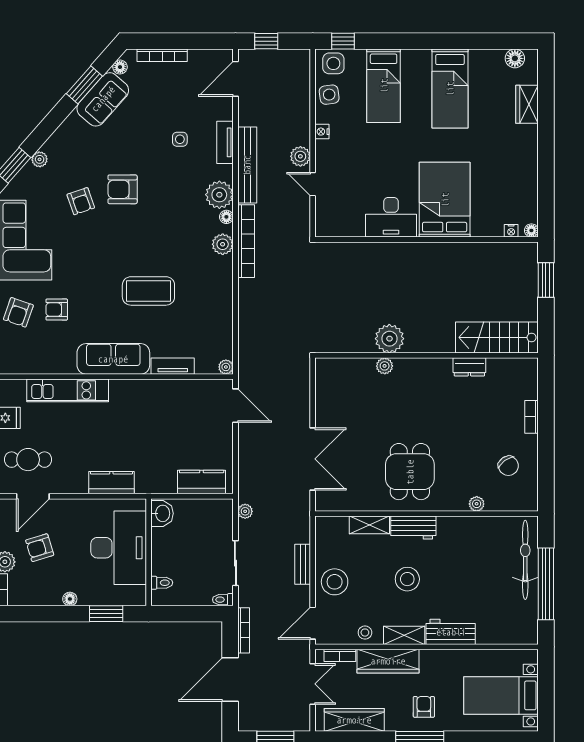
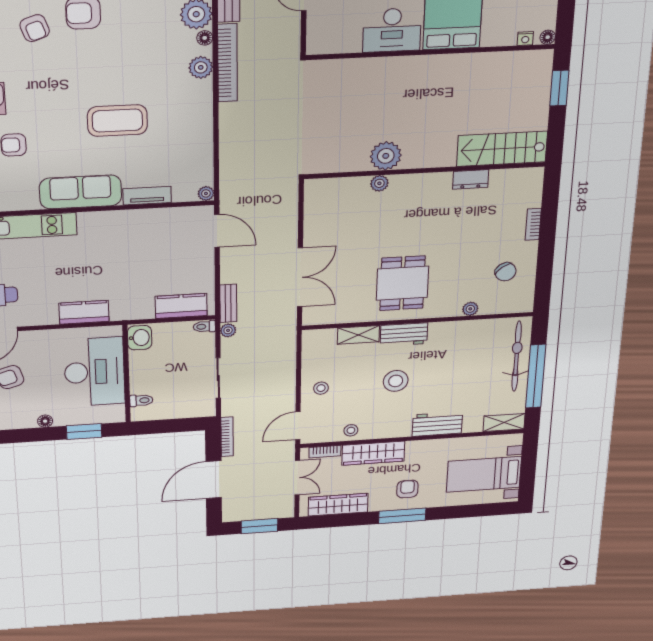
bench: (303, 564) -> (228, 303), moved
stool: (335, 582) -> (321, 388), width x0.53, depth x0.53
toilet: (223, 600) -> (204, 327), moved
shelving: (404, 635) -> (504, 423), moved

